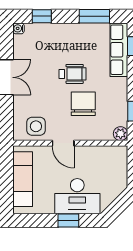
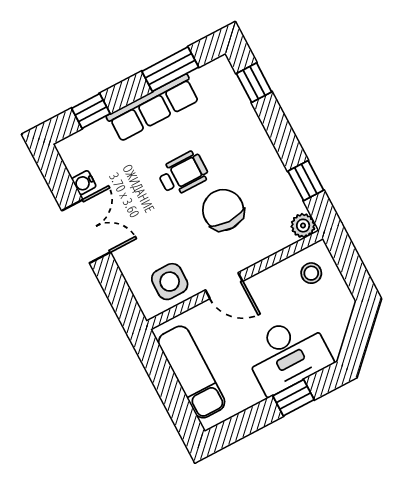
water cooler: (19, 28) -> (84, 183), moved
row of seats: (119, 50) -> (153, 108), moved, turned -90
stool: (112, 161) -> (311, 273), added

